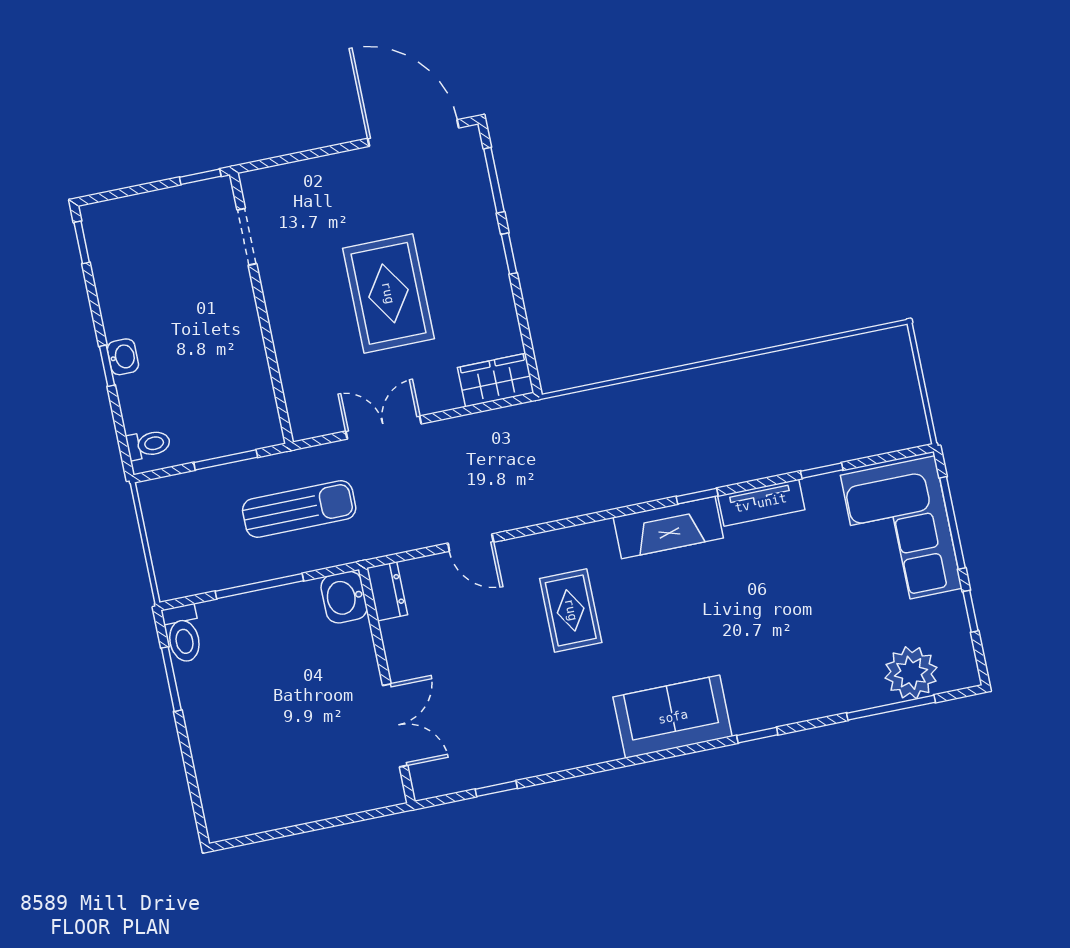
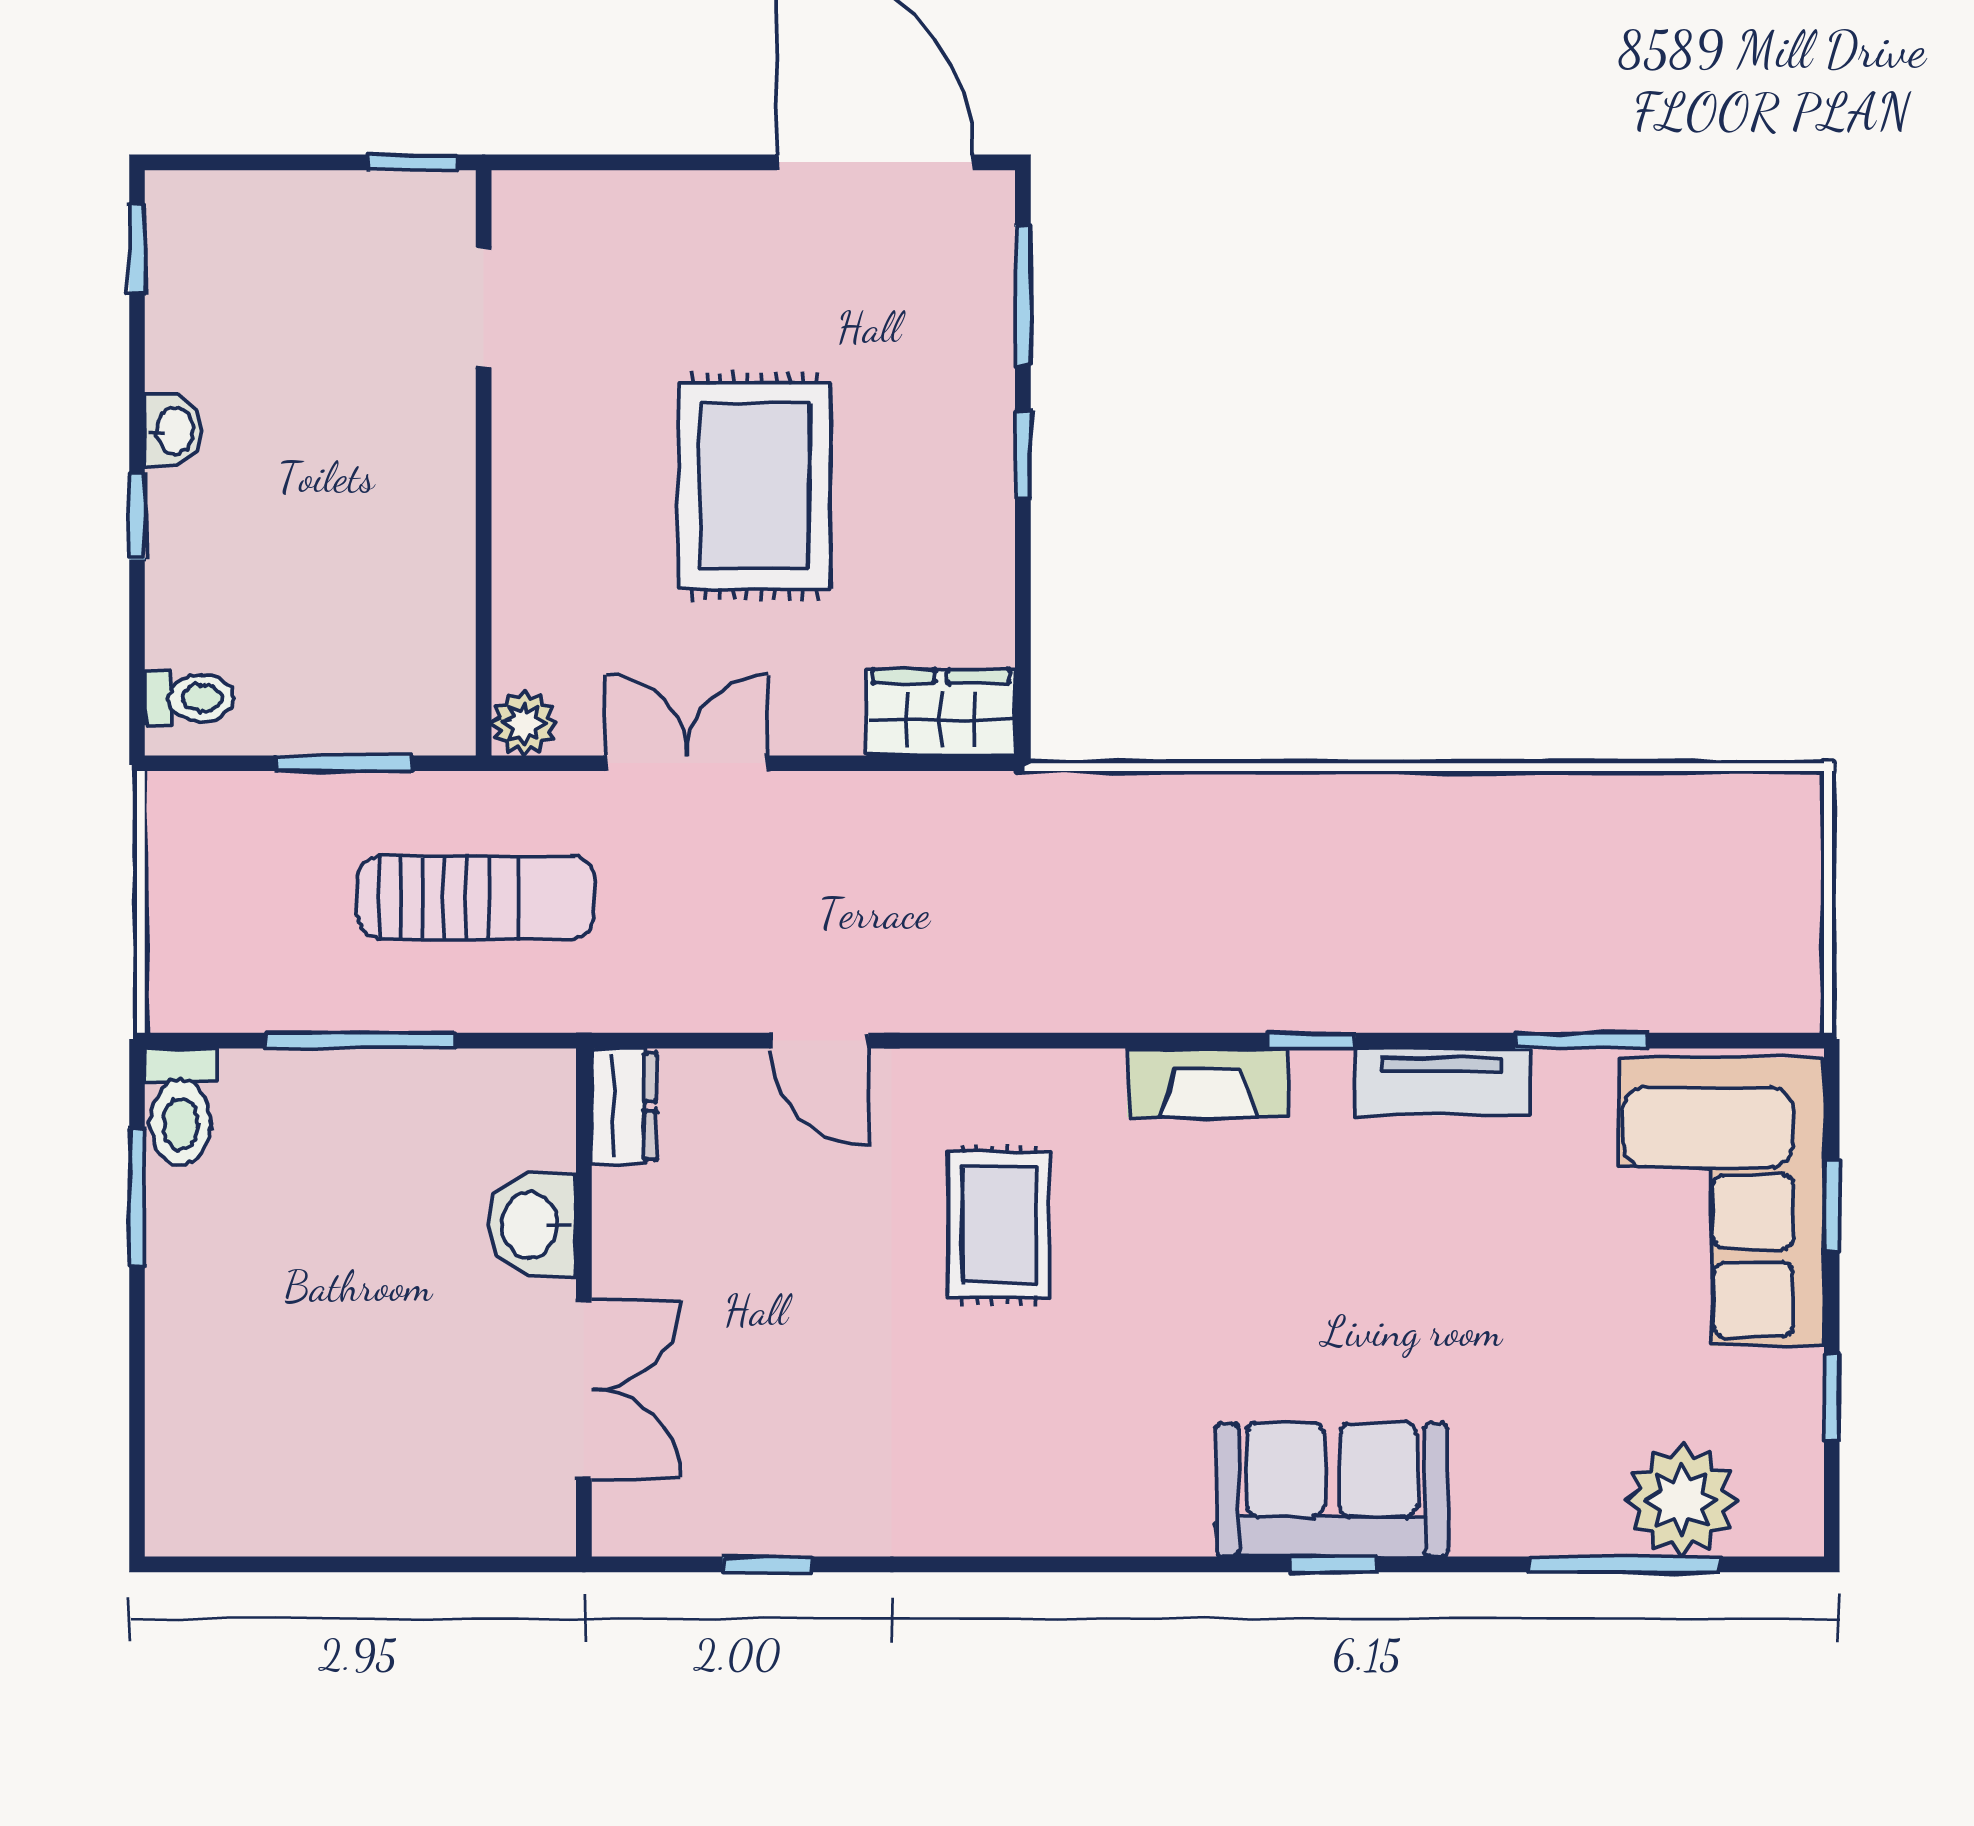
washbasin: (123, 357) -> (174, 431), moved
plant: (305, 424) -> (524, 723), added
window: (822, 471) -> (1582, 1041), width x1.50
window: (952, 523) -> (1832, 1206), width x0.46
fireplace: (668, 528) -> (1208, 1083), width x0.73, depth x0.76
washbasin: (344, 597) -> (532, 1225), moved
sofa: (673, 717) -> (1332, 1490), moved

